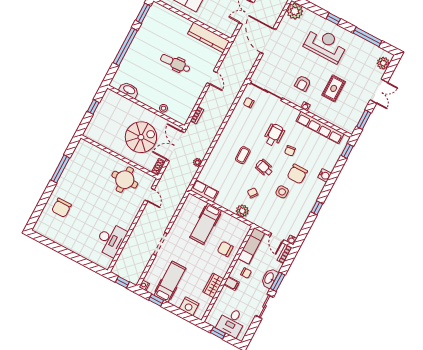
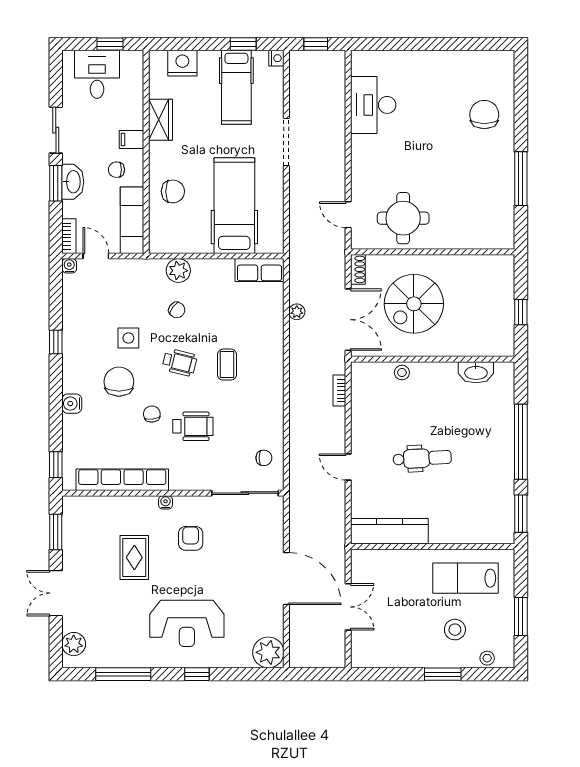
wheelchair: (274, 135) -> (193, 426), turned -90
hospital bed: (206, 224) -> (234, 206), width x1.37, depth x1.29

